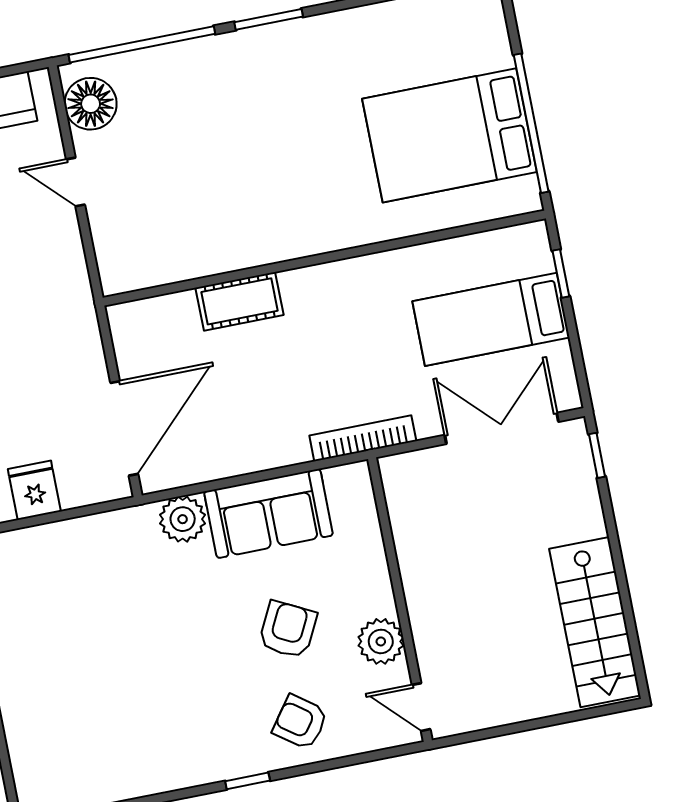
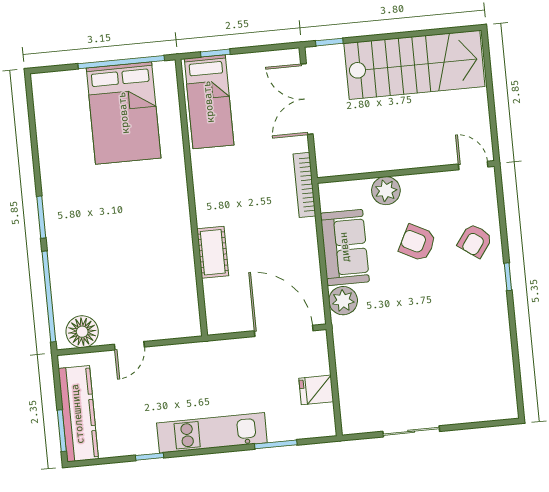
bed: (491, 319) -> (209, 102), moved
stairs: (595, 622) -> (414, 65), width x1.36, depth x1.51
plant: (381, 641) -> (386, 191), moved
door: (421, 707) -> (473, 165), swing flipped

